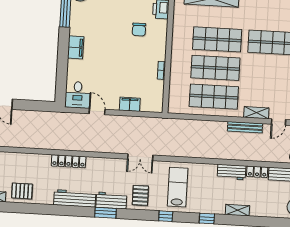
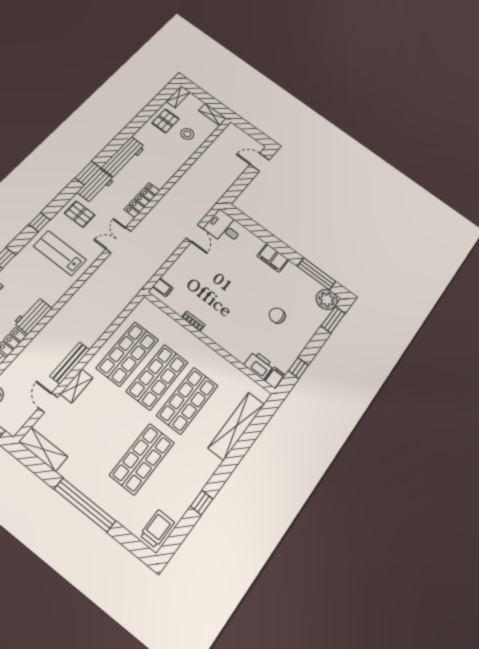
chair: (139, 30) -> (277, 316), moved
filing cabinet: (130, 104) -> (163, 287), moved, width x0.50
door: (97, 111) -> (194, 233), hinge flipped
locker: (69, 161) -> (142, 200), moved
stool: (21, 169) -> (187, 134), added
lab bench: (178, 187) -> (60, 253), turned 180

